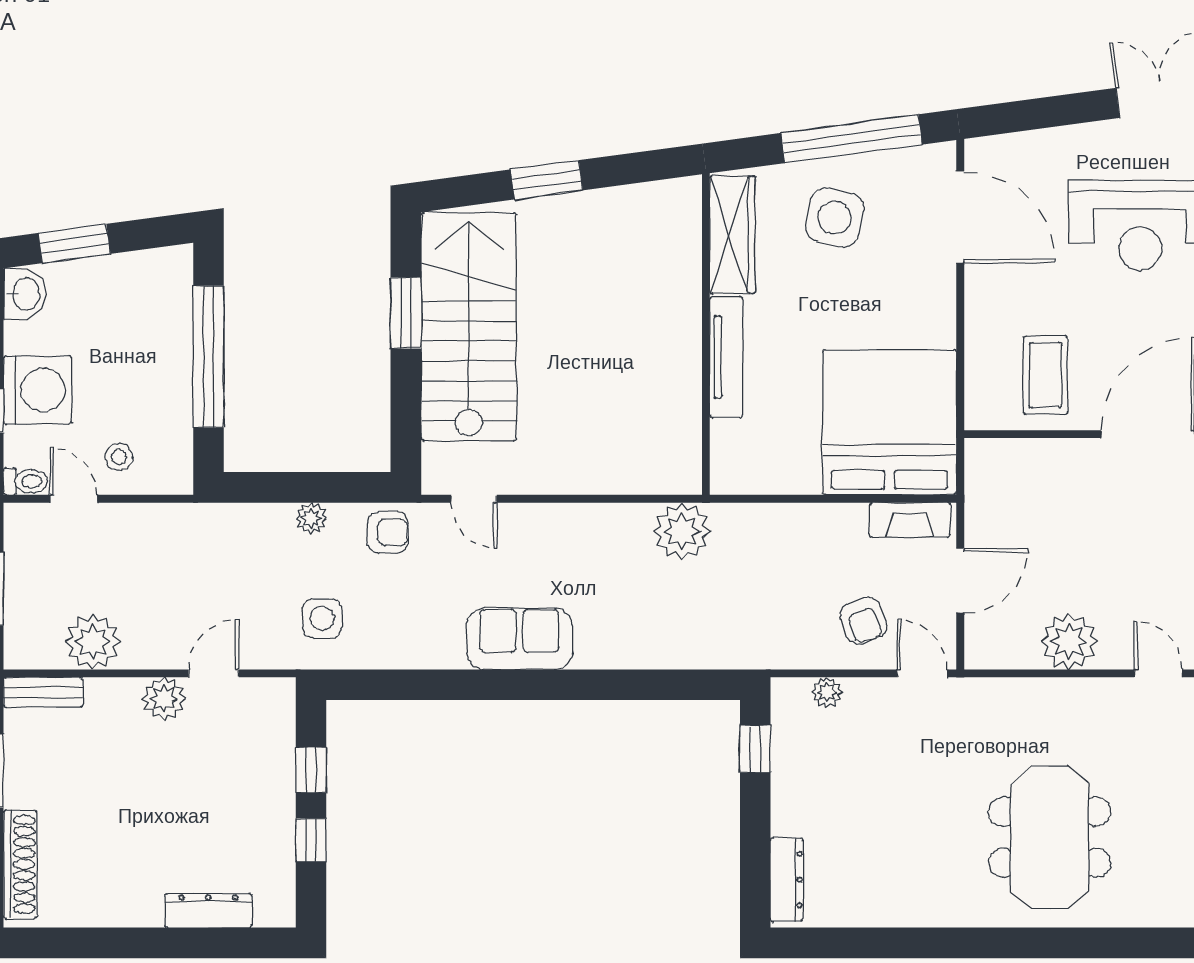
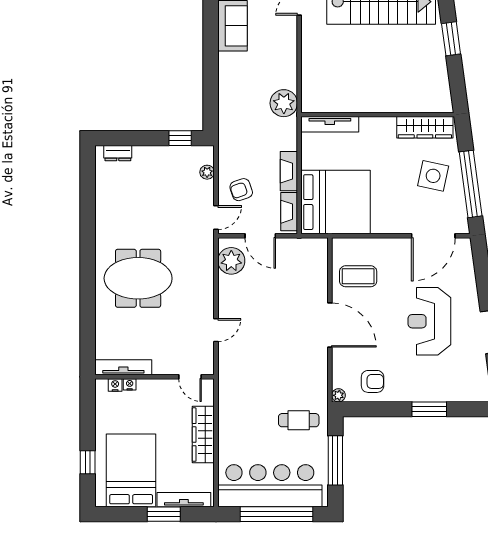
tv unit: (726, 357) -> (330, 124), moved
fireplace: (825, 520) -> (289, 171), added
plant: (1069, 641) -> (231, 261), moved
dresser: (787, 880) -> (118, 153), width x0.70

